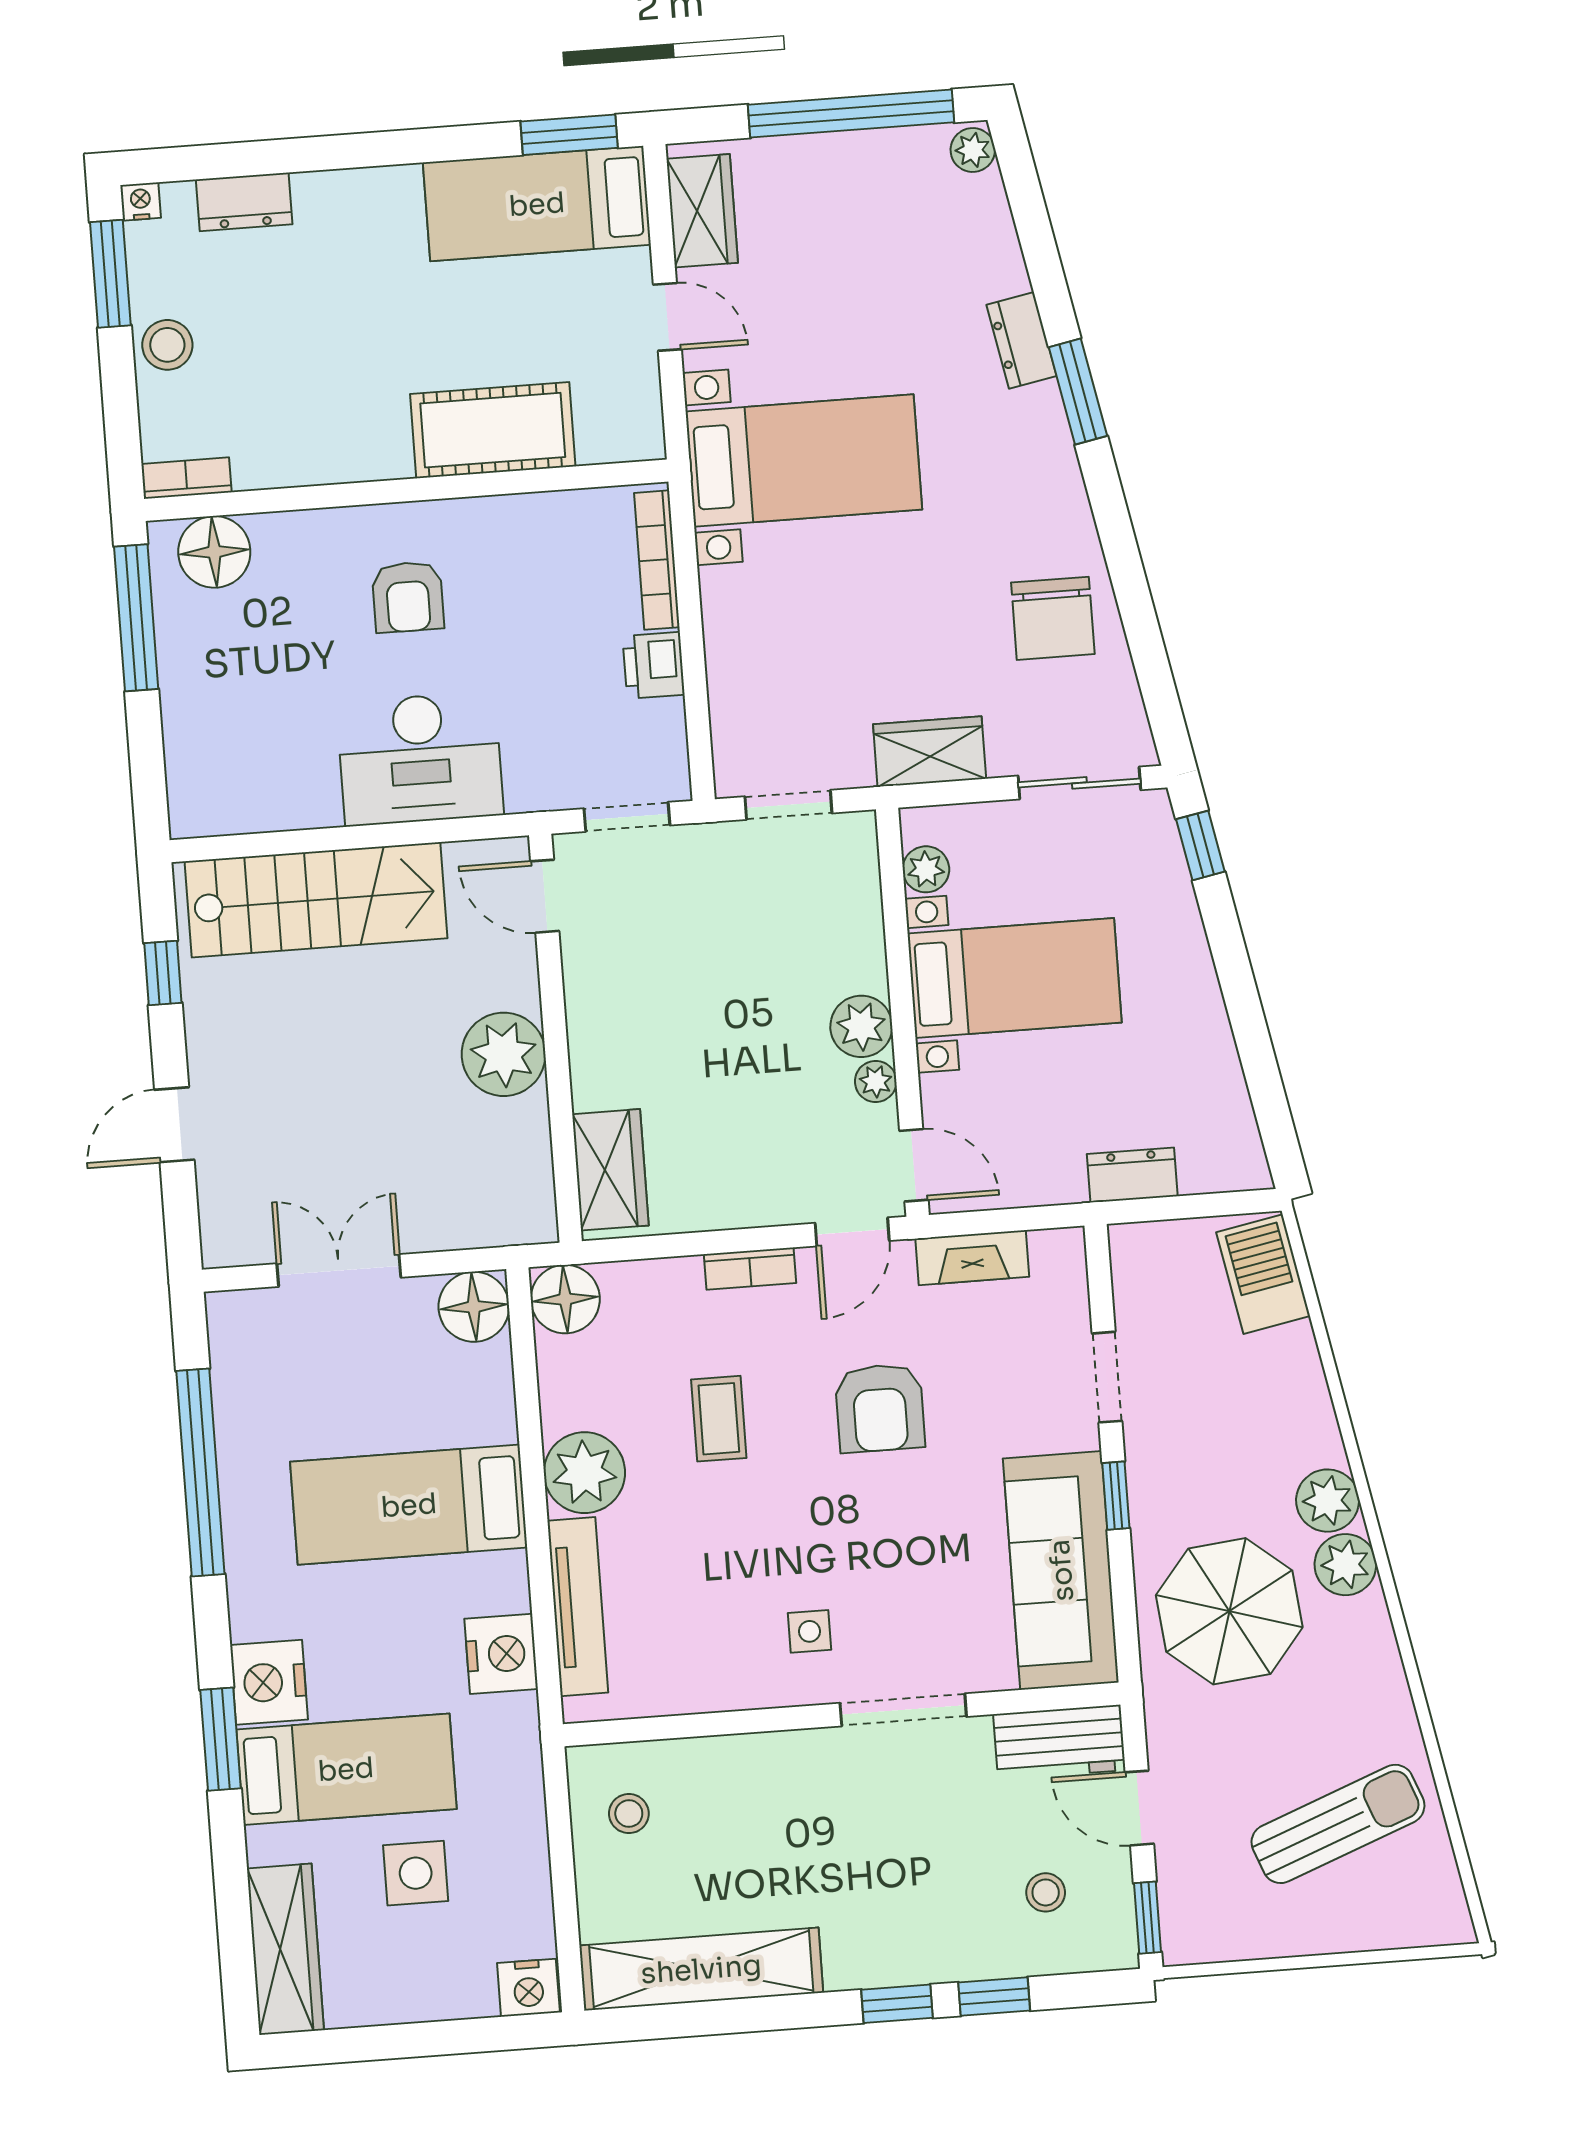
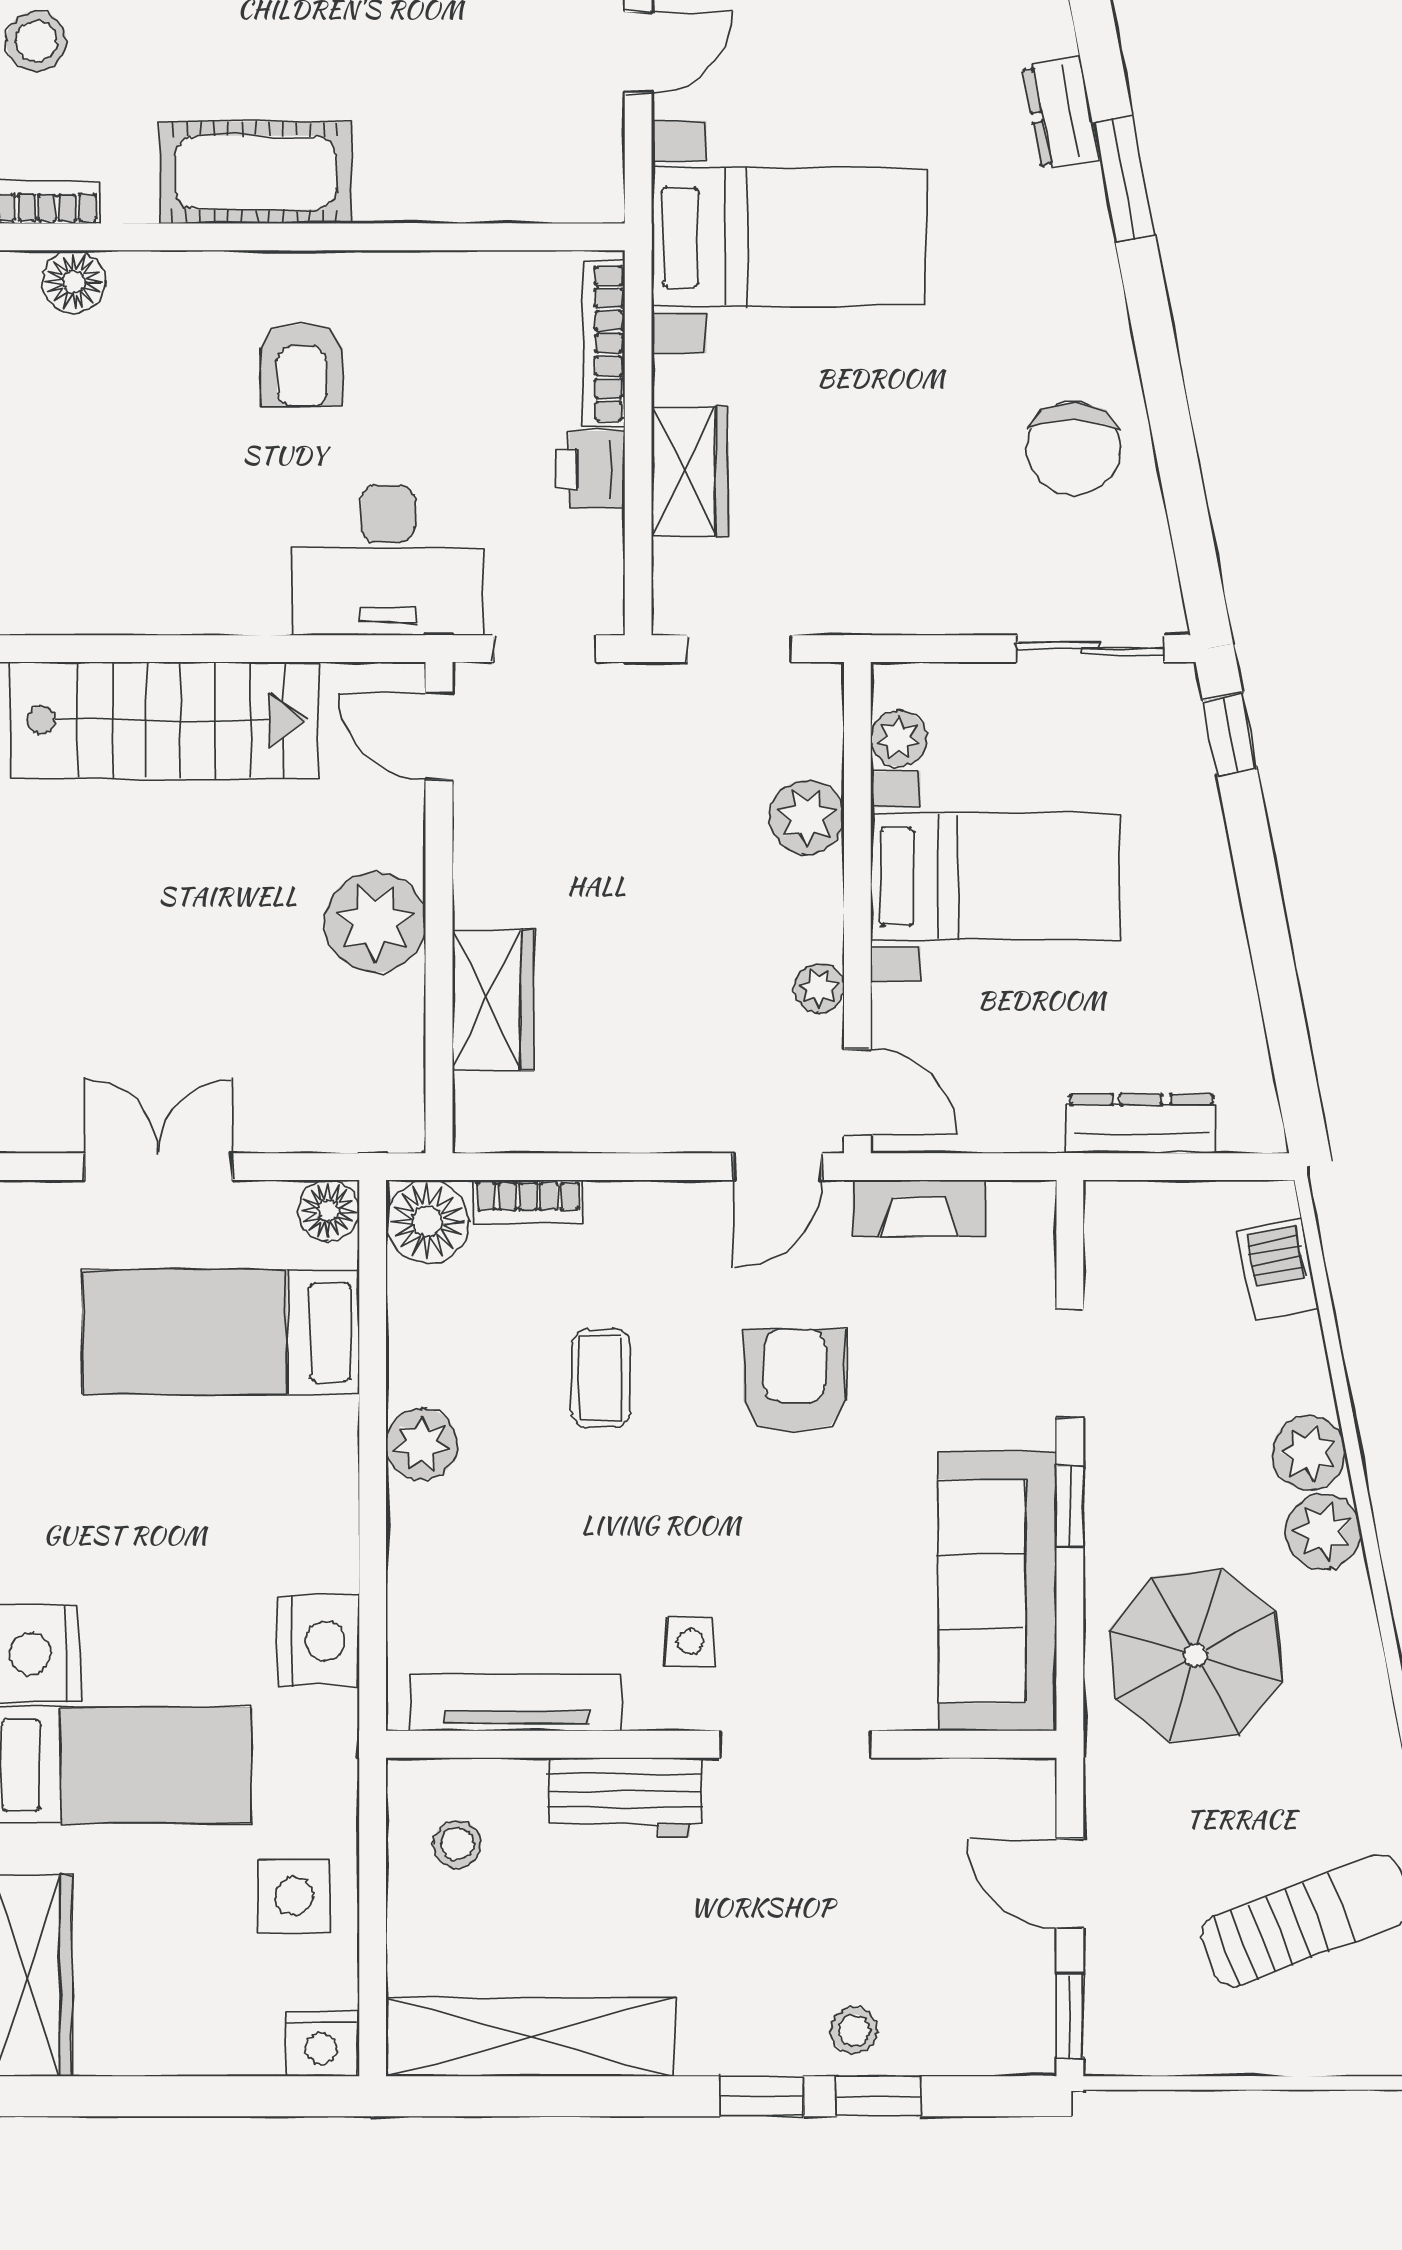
door: (667, 317) -> (638, 53), hinge flipped
cot: (493, 430) -> (255, 173), moved
floor lamp: (214, 552) -> (74, 282), width x0.73, depth x0.73
wardrobe: (930, 752) -> (689, 471), moved, turned 90
desk: (420, 759) -> (388, 560), moved
plant: (861, 1026) -> (807, 817), moved
wardrobe: (610, 1170) -> (493, 1000), moved
dresser: (1132, 1175) -> (1141, 1124), width x1.44
bookcase: (750, 1269) -> (528, 1201), moved
barbecue: (1263, 1274) -> (1278, 1270), width x0.73, depth x0.79
floor lamp: (474, 1307) -> (328, 1211), width x0.73, depth x0.73
armchair: (880, 1408) -> (795, 1380), turned 180
plant: (584, 1473) -> (422, 1444), width x0.73, depth x0.73
bed: (409, 1505) -> (221, 1332), moved
plant: (1345, 1565) -> (1309, 1453), moved
tv unit: (578, 1607) -> (516, 1702), moved, turned -90
workbench: (1059, 1742) -> (625, 1797), moved
side table: (416, 1873) -> (294, 1896), moved
stool: (1046, 1892) -> (854, 2030), moved

